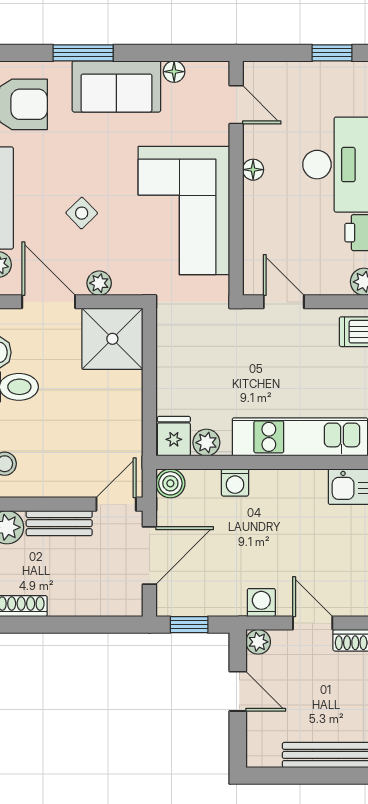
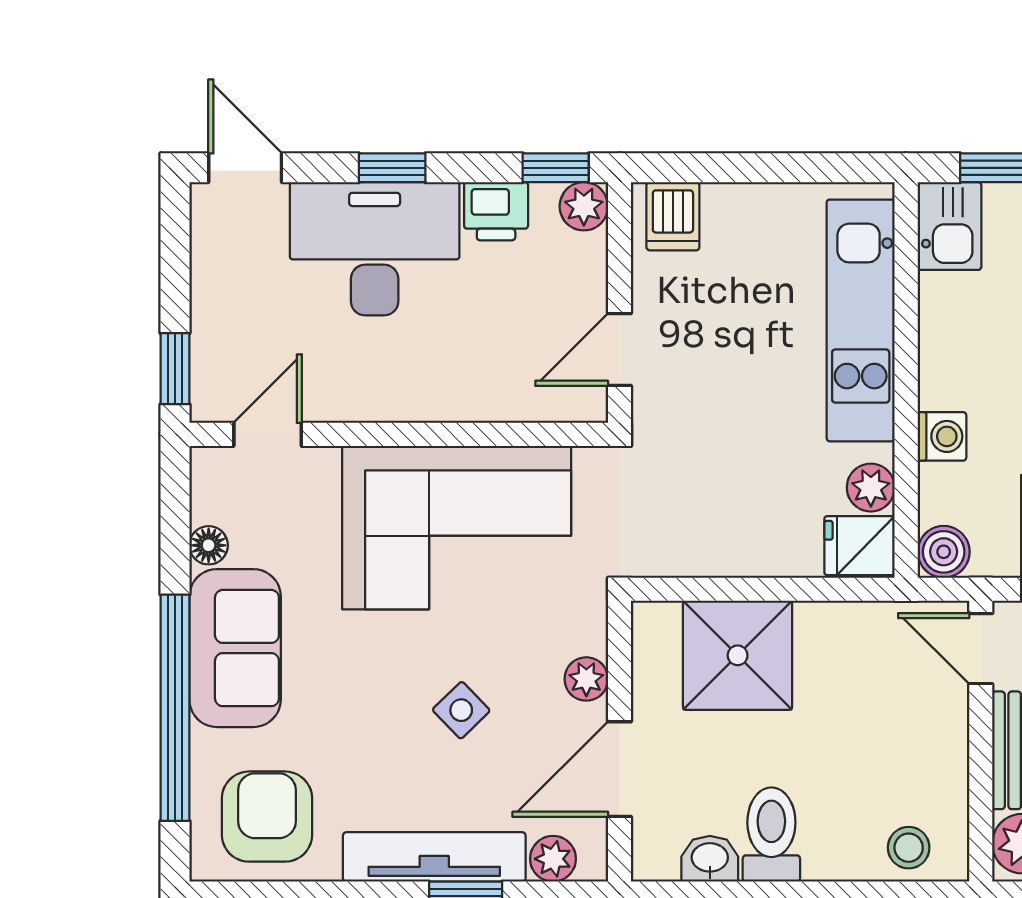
window: (83, 53) -> (175, 708), width x2.11
window: (332, 53) -> (175, 369), moved
floor lamp: (253, 170) -> (384, 404), removed
shower: (112, 339) -> (738, 655), moved

